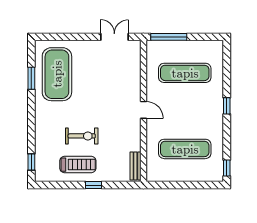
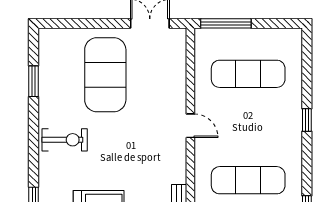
exercise mat: (57, 74) -> (105, 75), moved
exercise bike: (82, 136) -> (65, 140), moved

